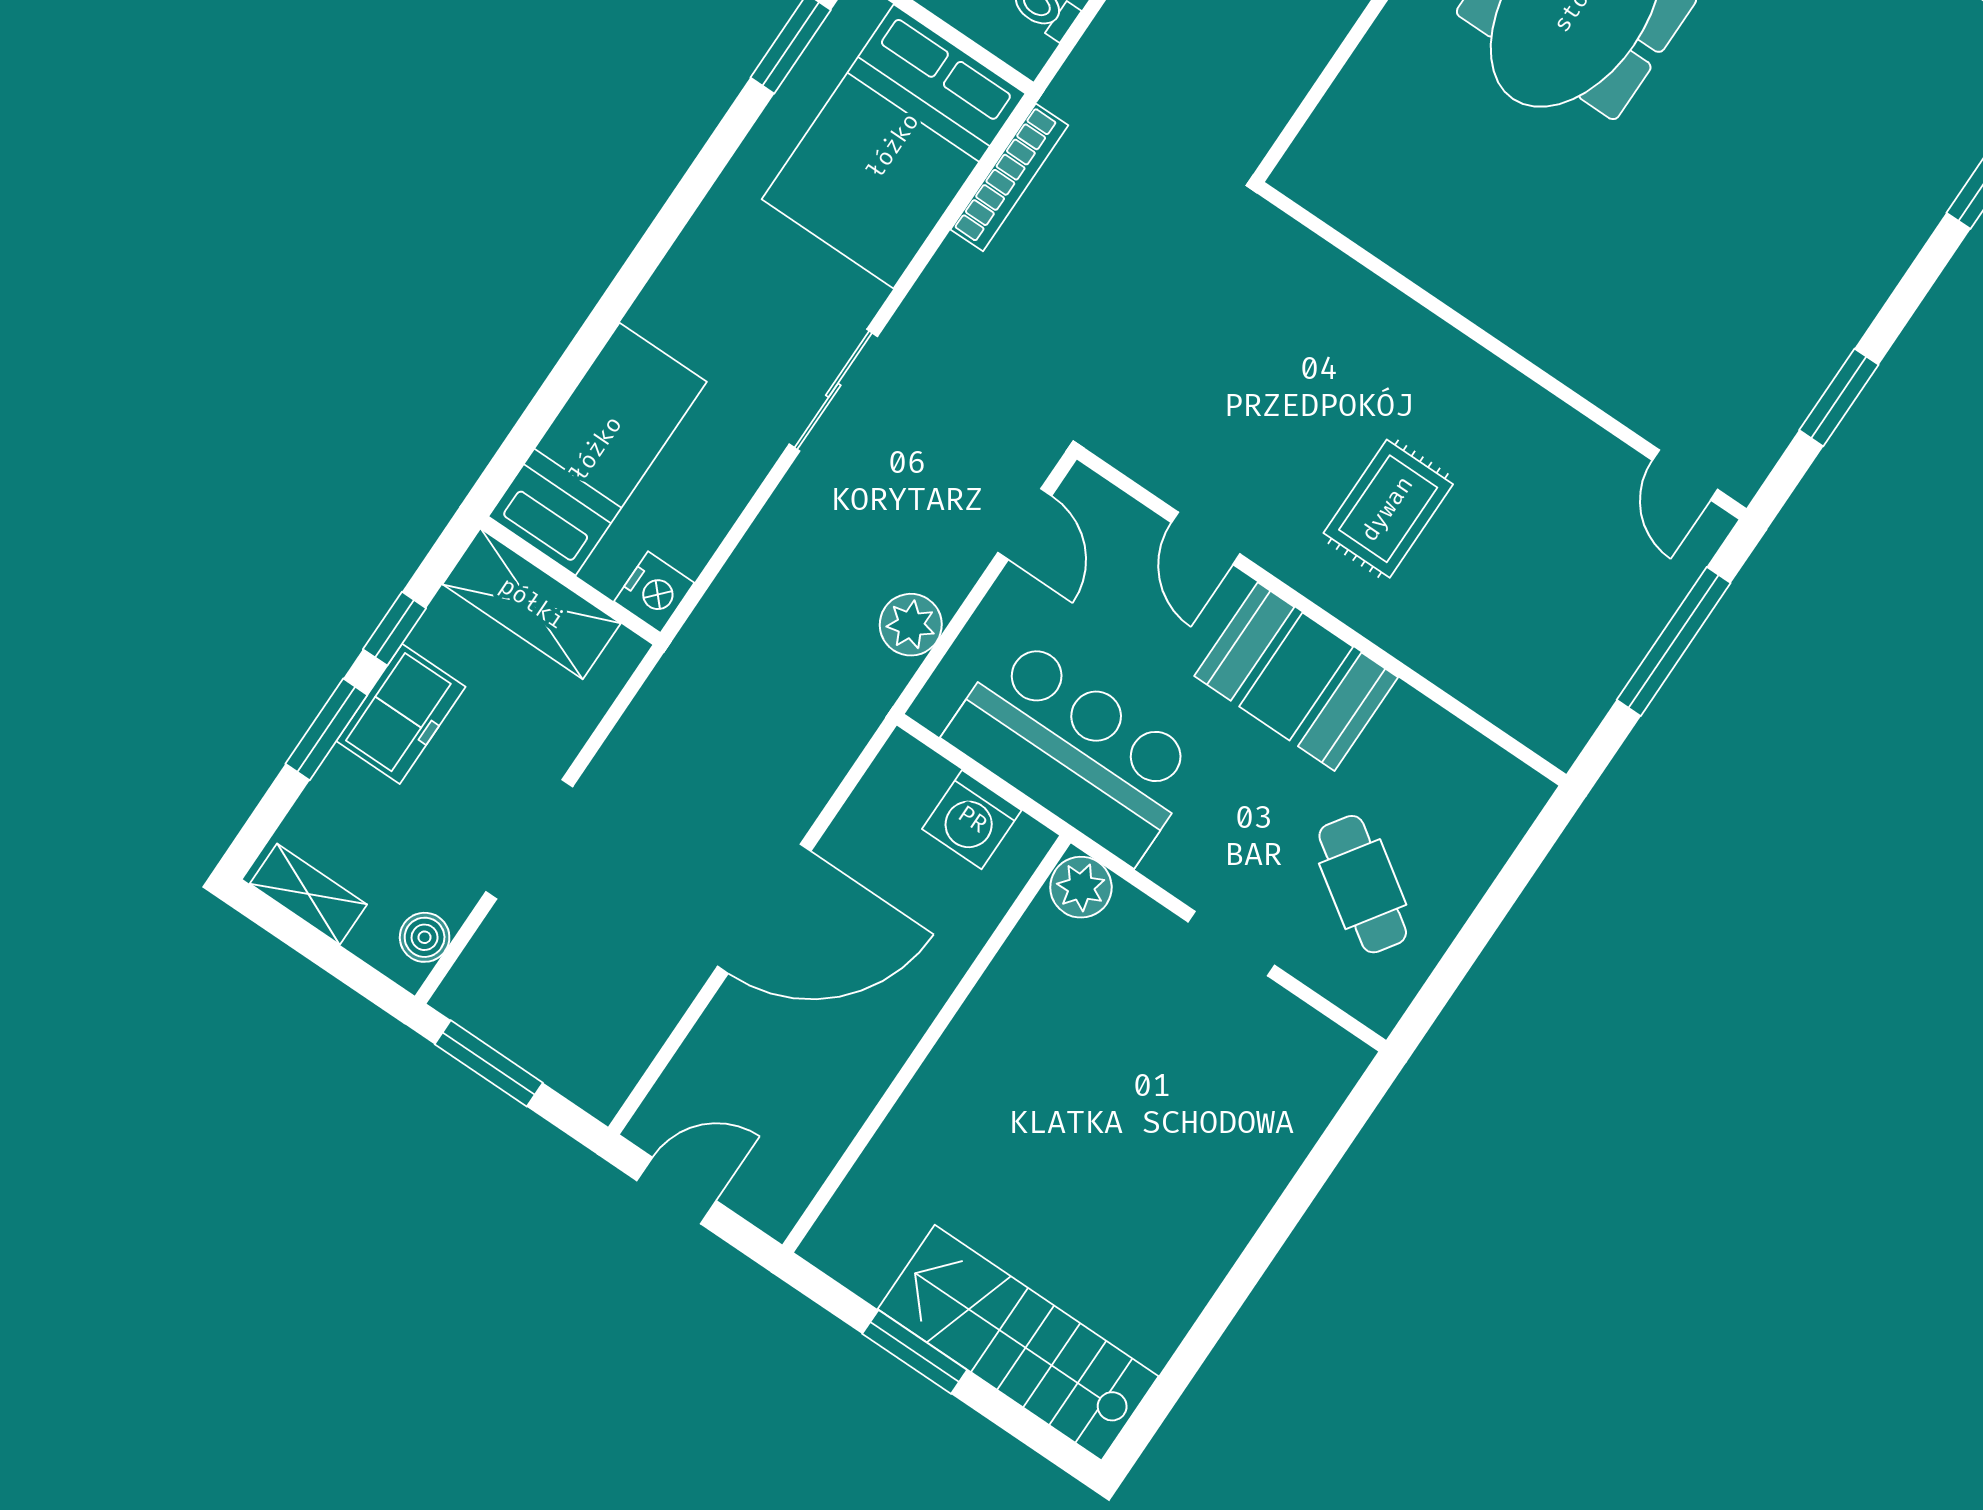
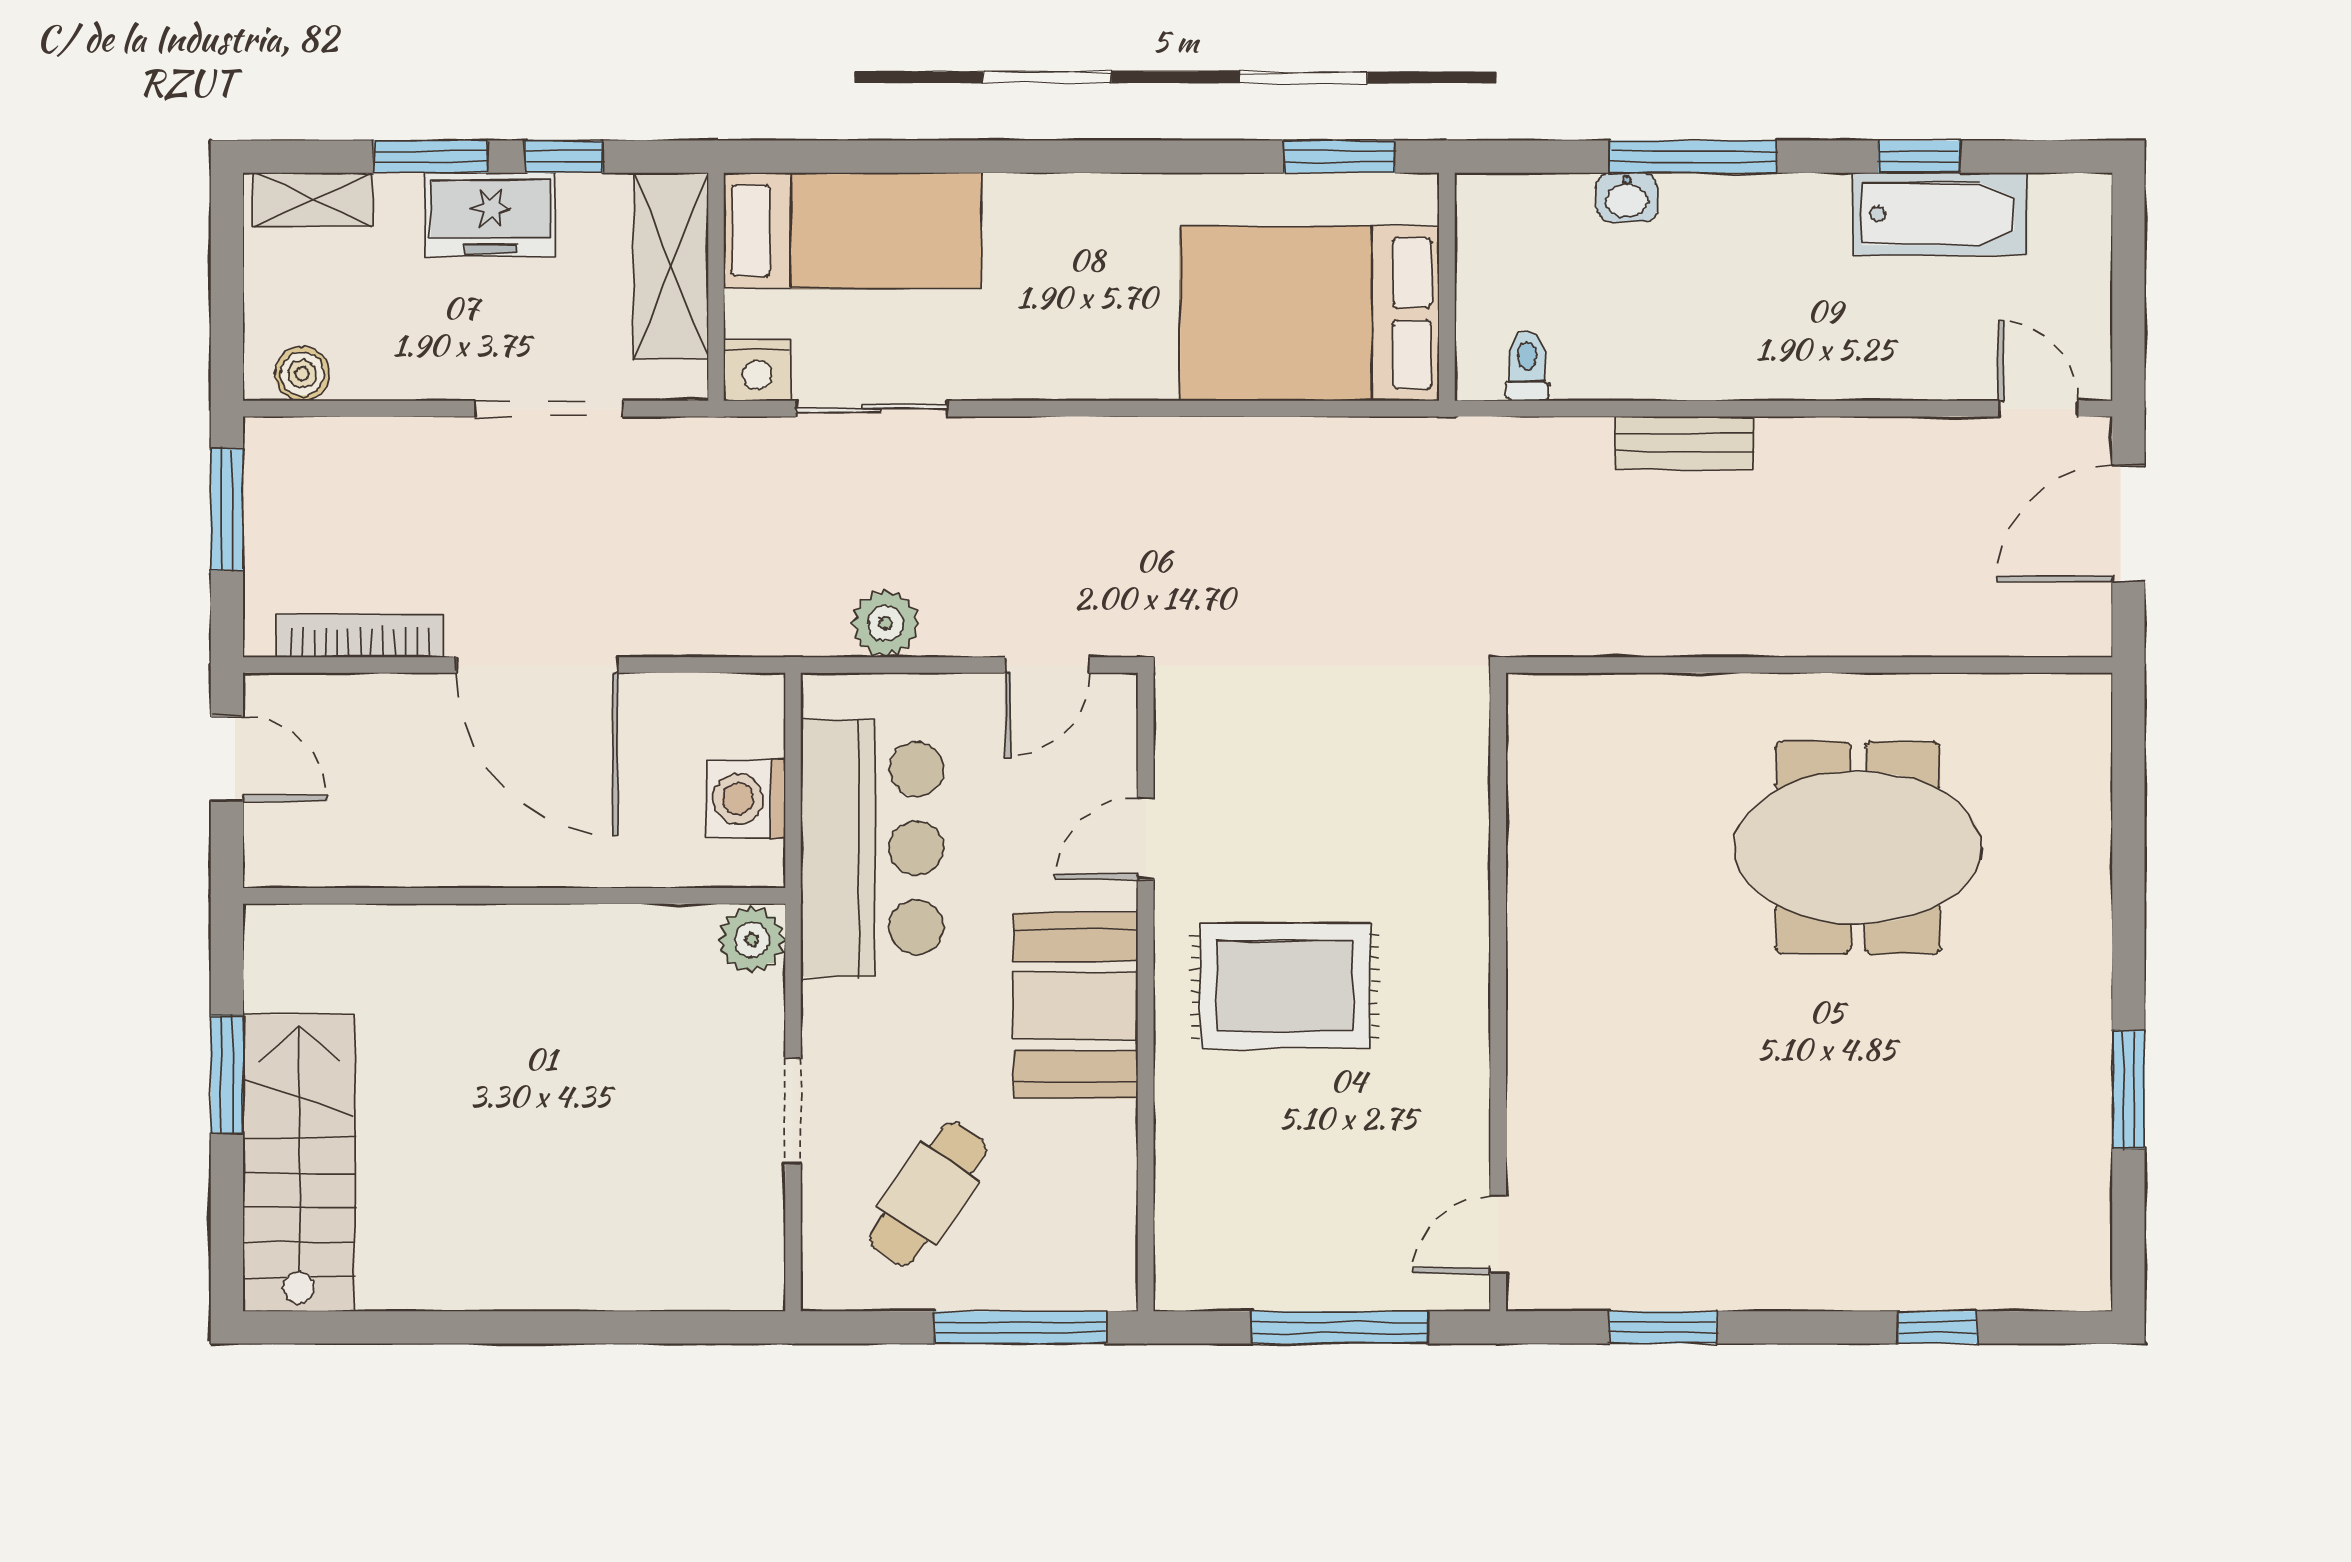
bookcase: (1009, 177) -> (360, 636), moved, turned 180
sliding door: (833, 390) -> (872, 409), moved
rug: (1388, 509) -> (1285, 986), width x1.36, depth x1.43
doorway: (529, 839) -> (549, 409), moved
window: (1511, 882) -> (1020, 1327), added
shelving: (308, 894) -> (313, 200), moved, turned 90

